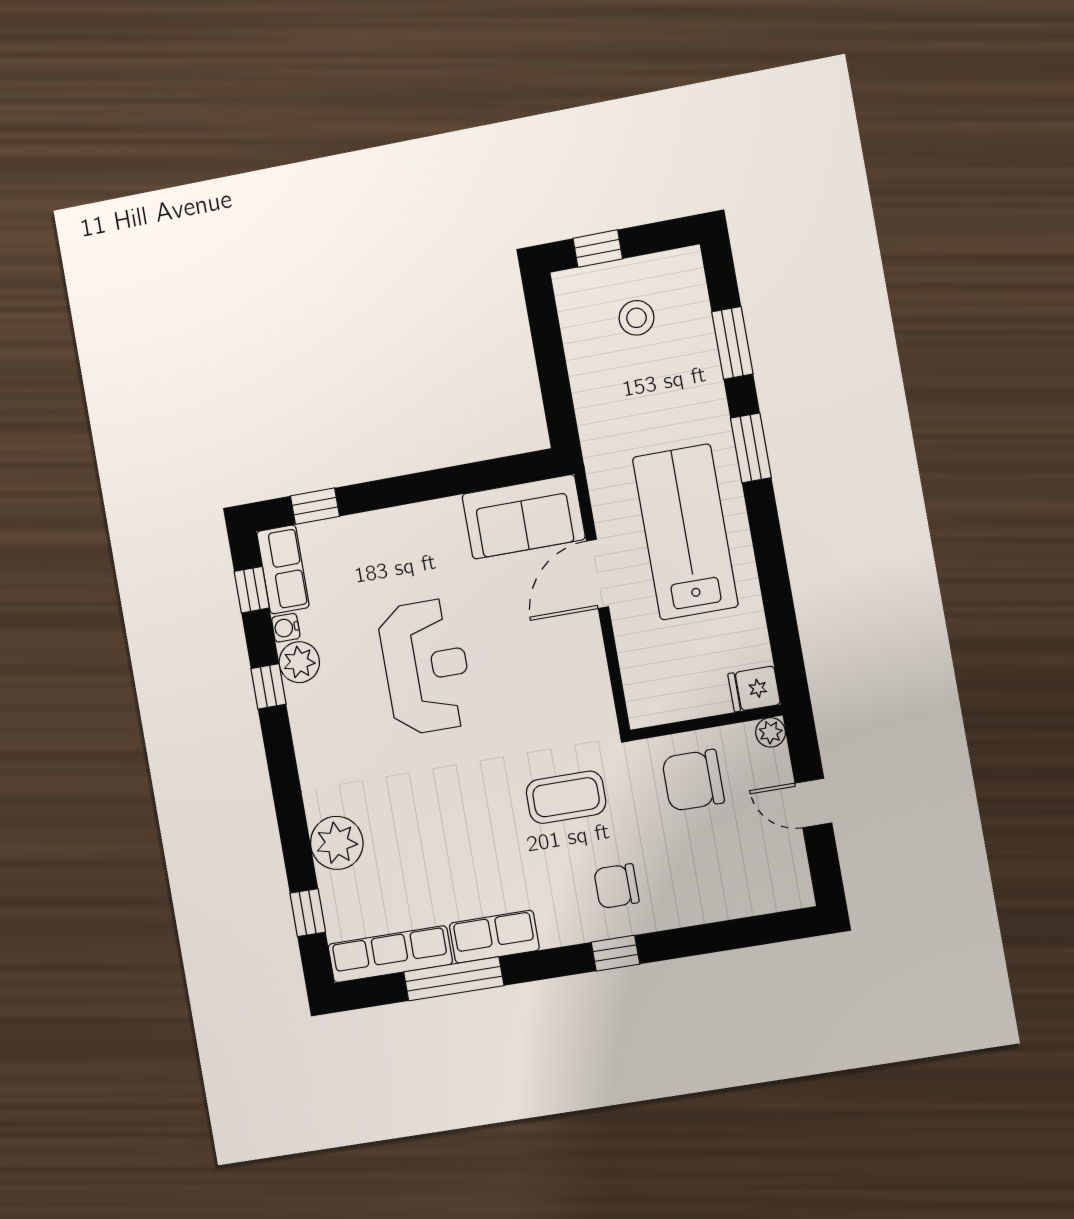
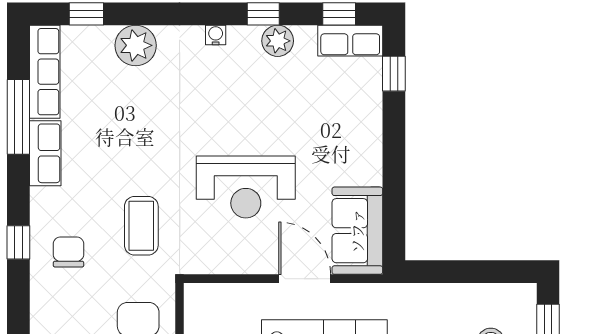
water cooler: (286, 628) -> (216, 35), moved
reception desk: (426, 667) -> (246, 187), moved

